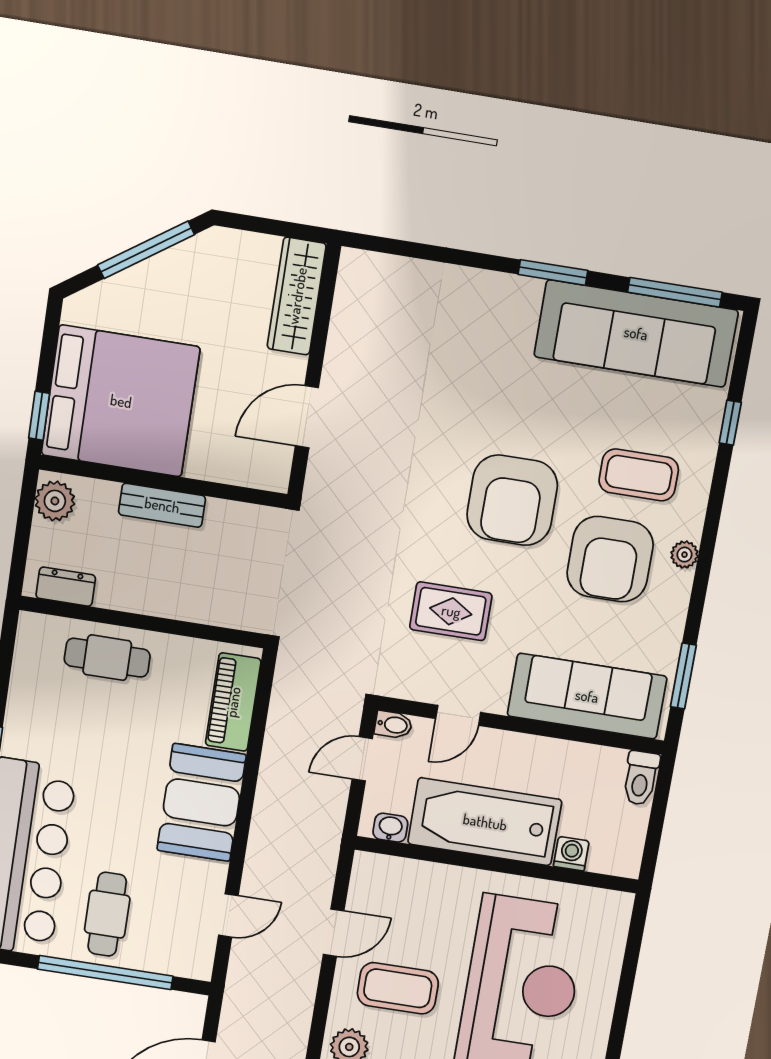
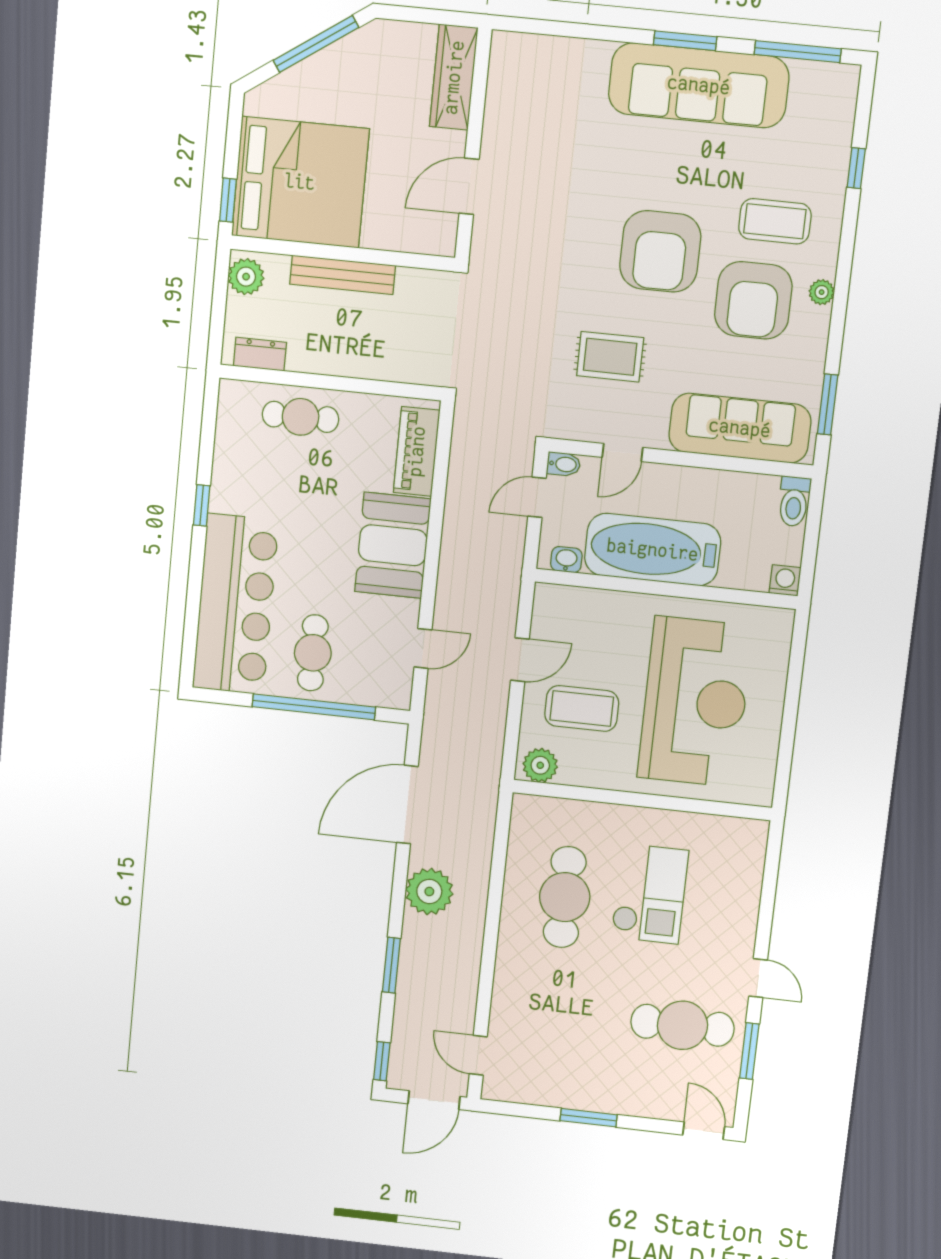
sofa: (636, 333) -> (699, 85), moved
bench: (162, 505) -> (343, 275), width x1.36
washing machine: (571, 854) -> (785, 580), moved

